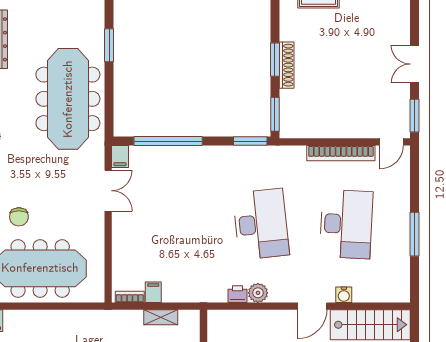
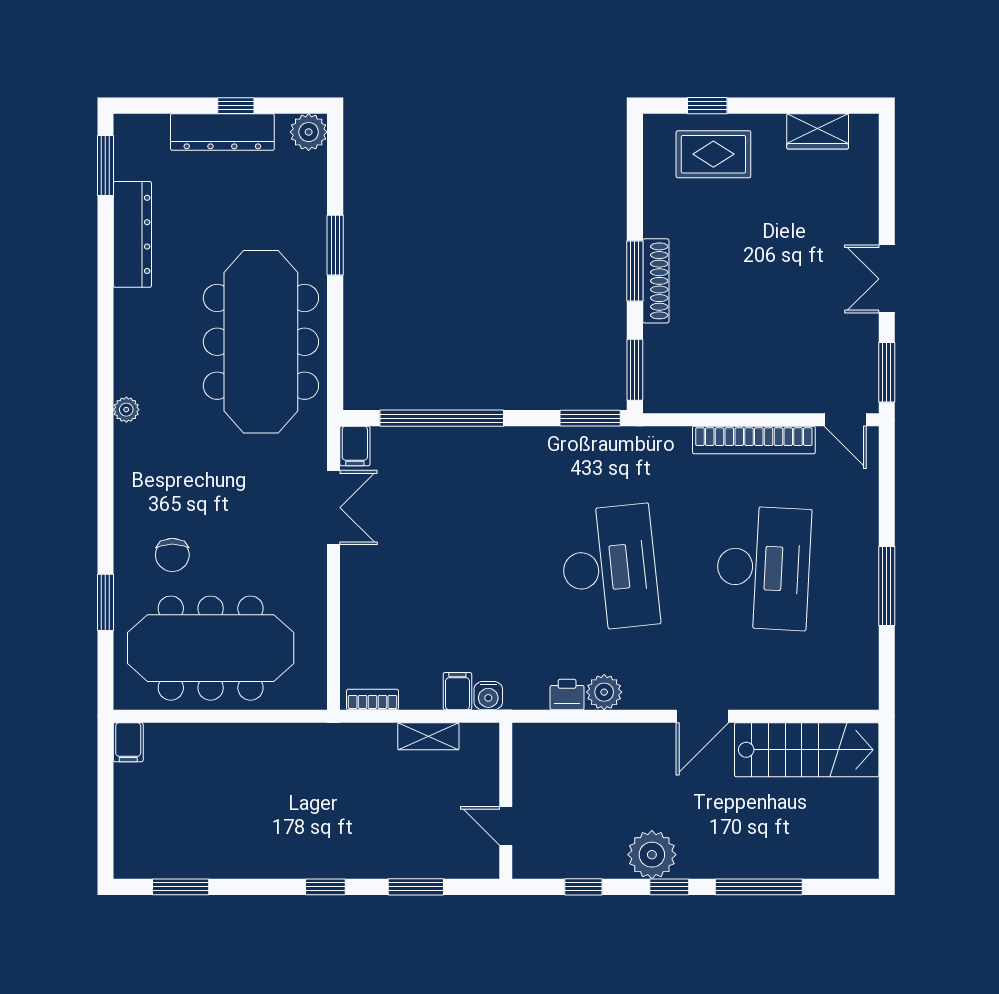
door: (391, 142) -> (845, 420), hinge flipped
filing cabinet: (153, 292) -> (457, 691), moved
water cooler: (344, 295) -> (488, 696), moved

